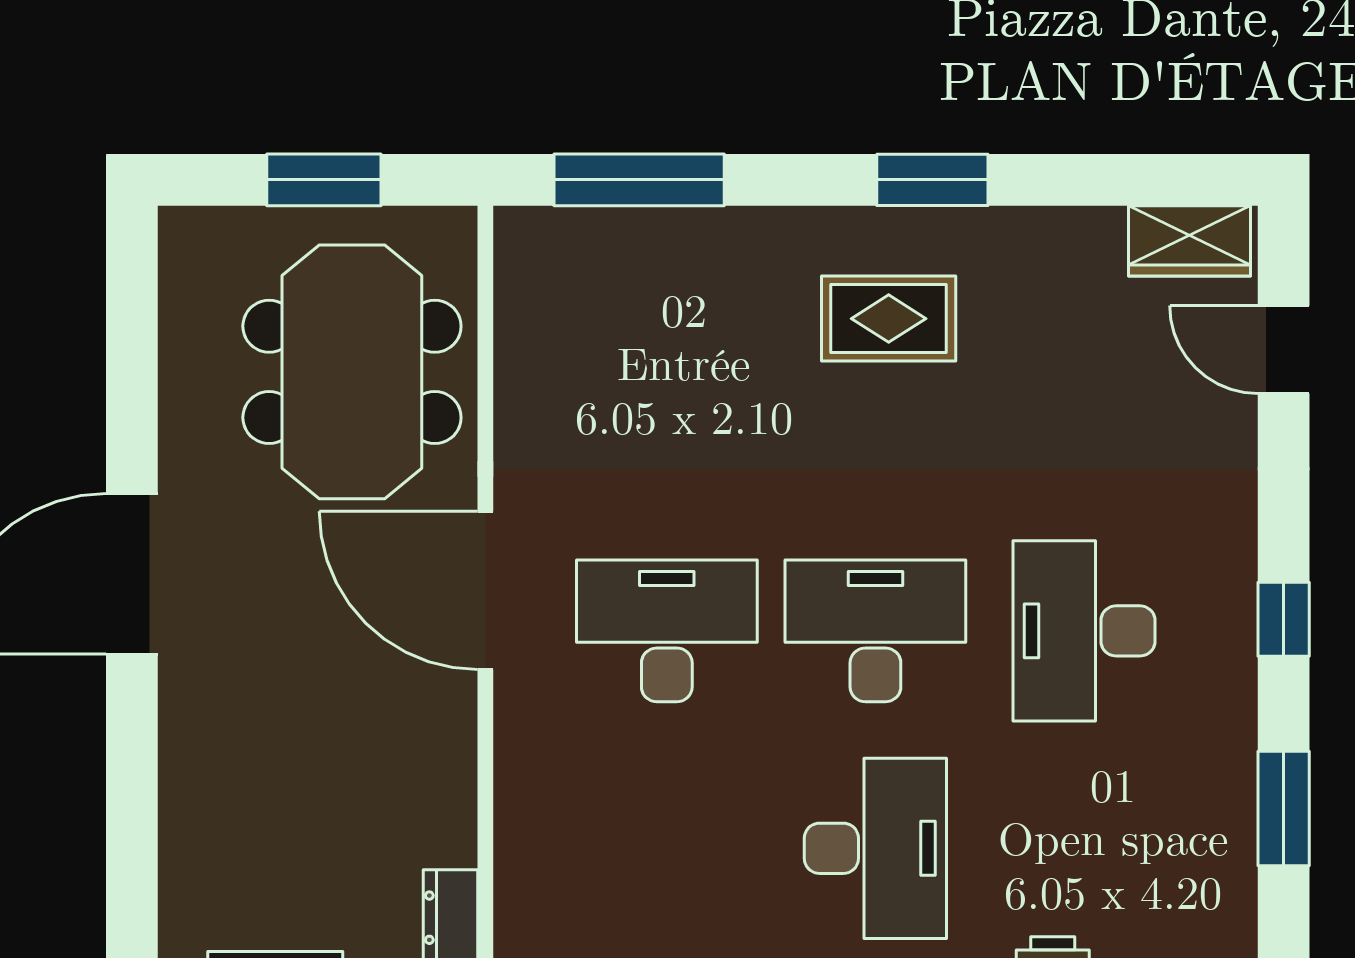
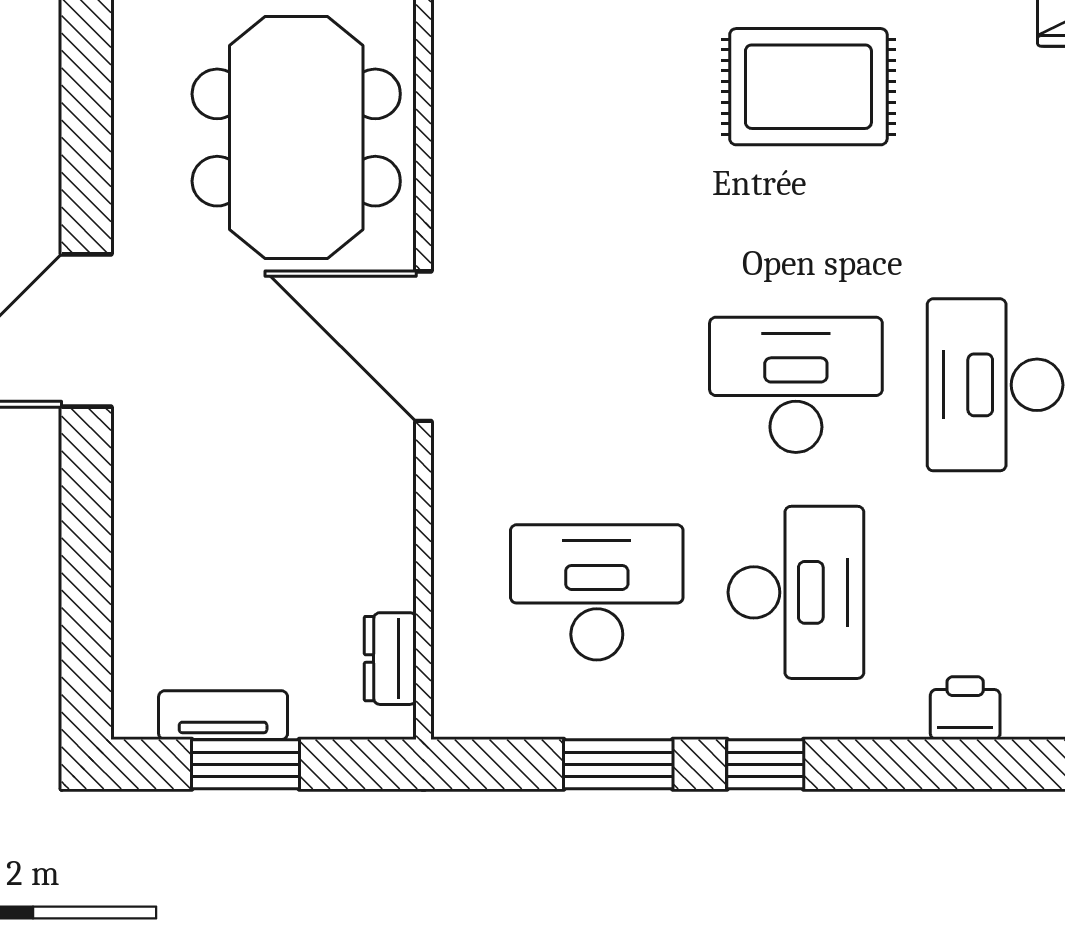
rug: (889, 319) -> (808, 87), width x1.36, depth x1.43
desk: (667, 631) -> (597, 592), moved

